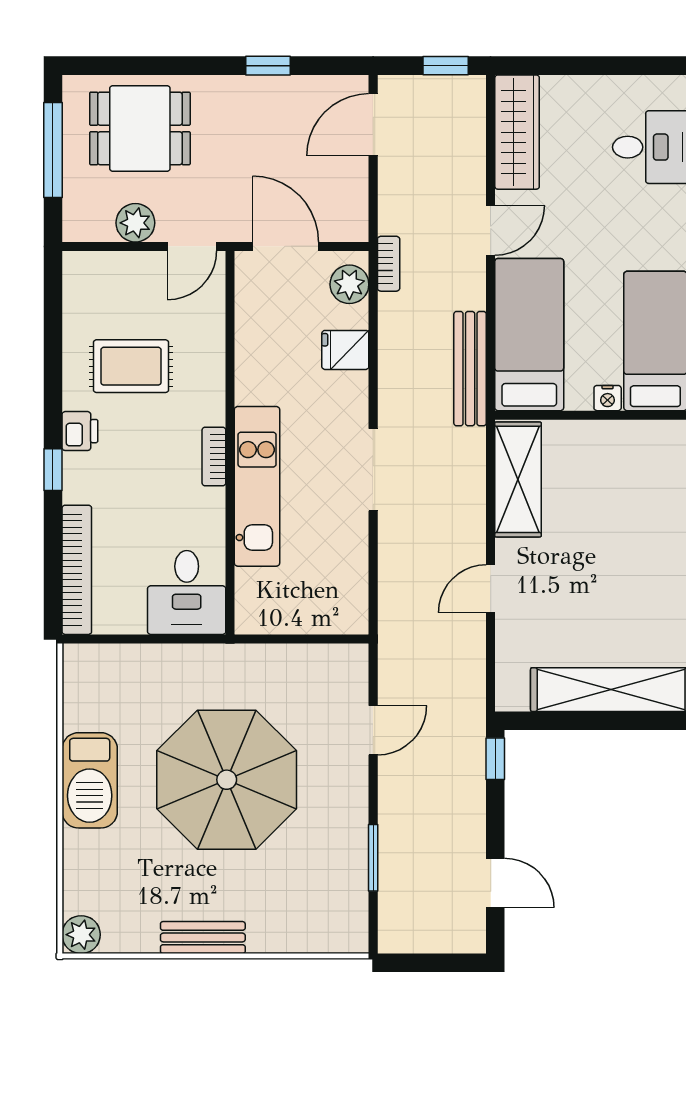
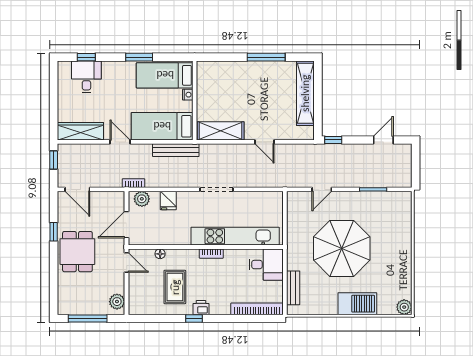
dining table: (140, 128) -> (77, 252), moved
plant: (135, 223) -> (117, 302), moved
floor lamp: (213, 329) -> (160, 254), added
window: (53, 470) -> (194, 318), moved
kitchen unit: (257, 486) -> (235, 236), width x1.36
door: (373, 730) -> (322, 189), swing flipped
barbecue: (90, 780) -> (357, 304), moved
bench: (203, 938) -> (293, 288), moved

